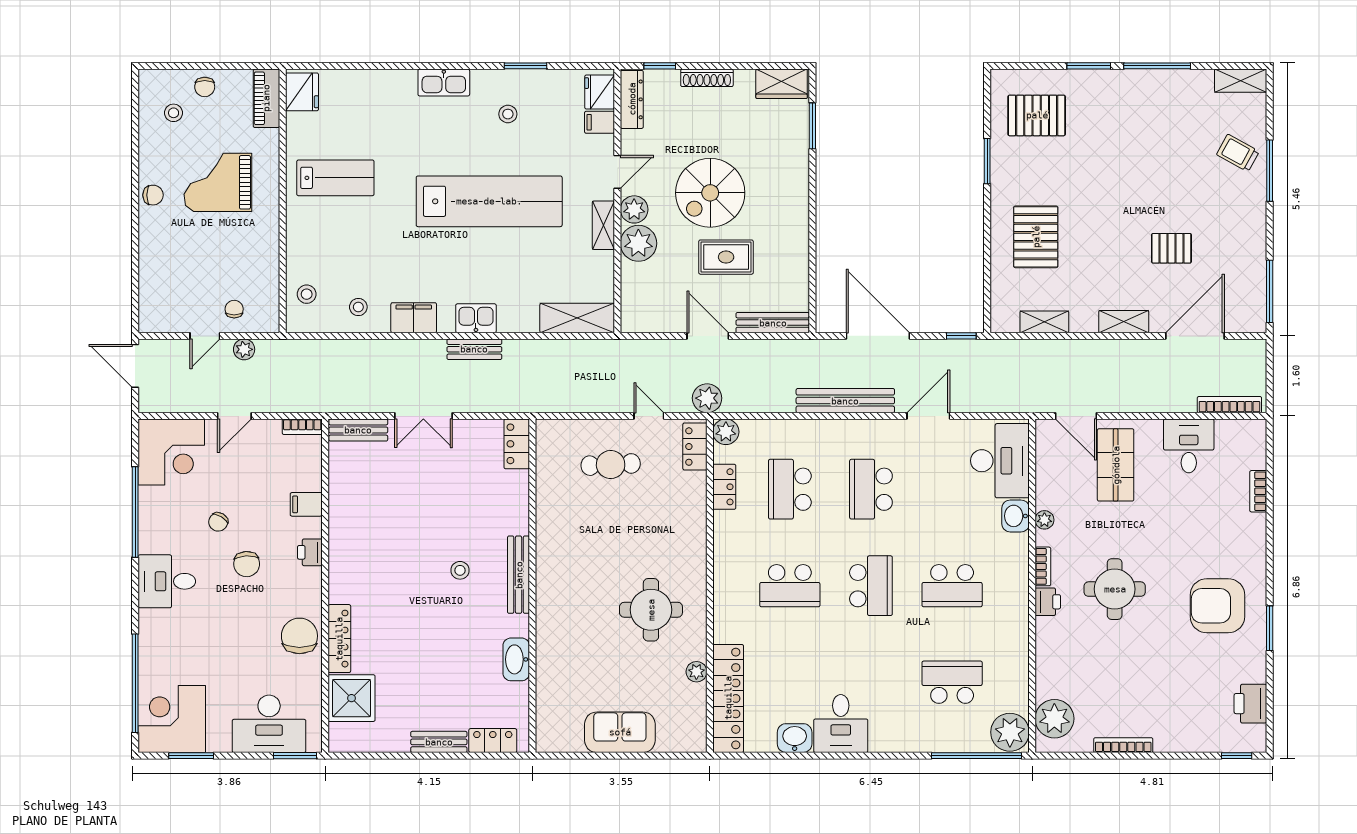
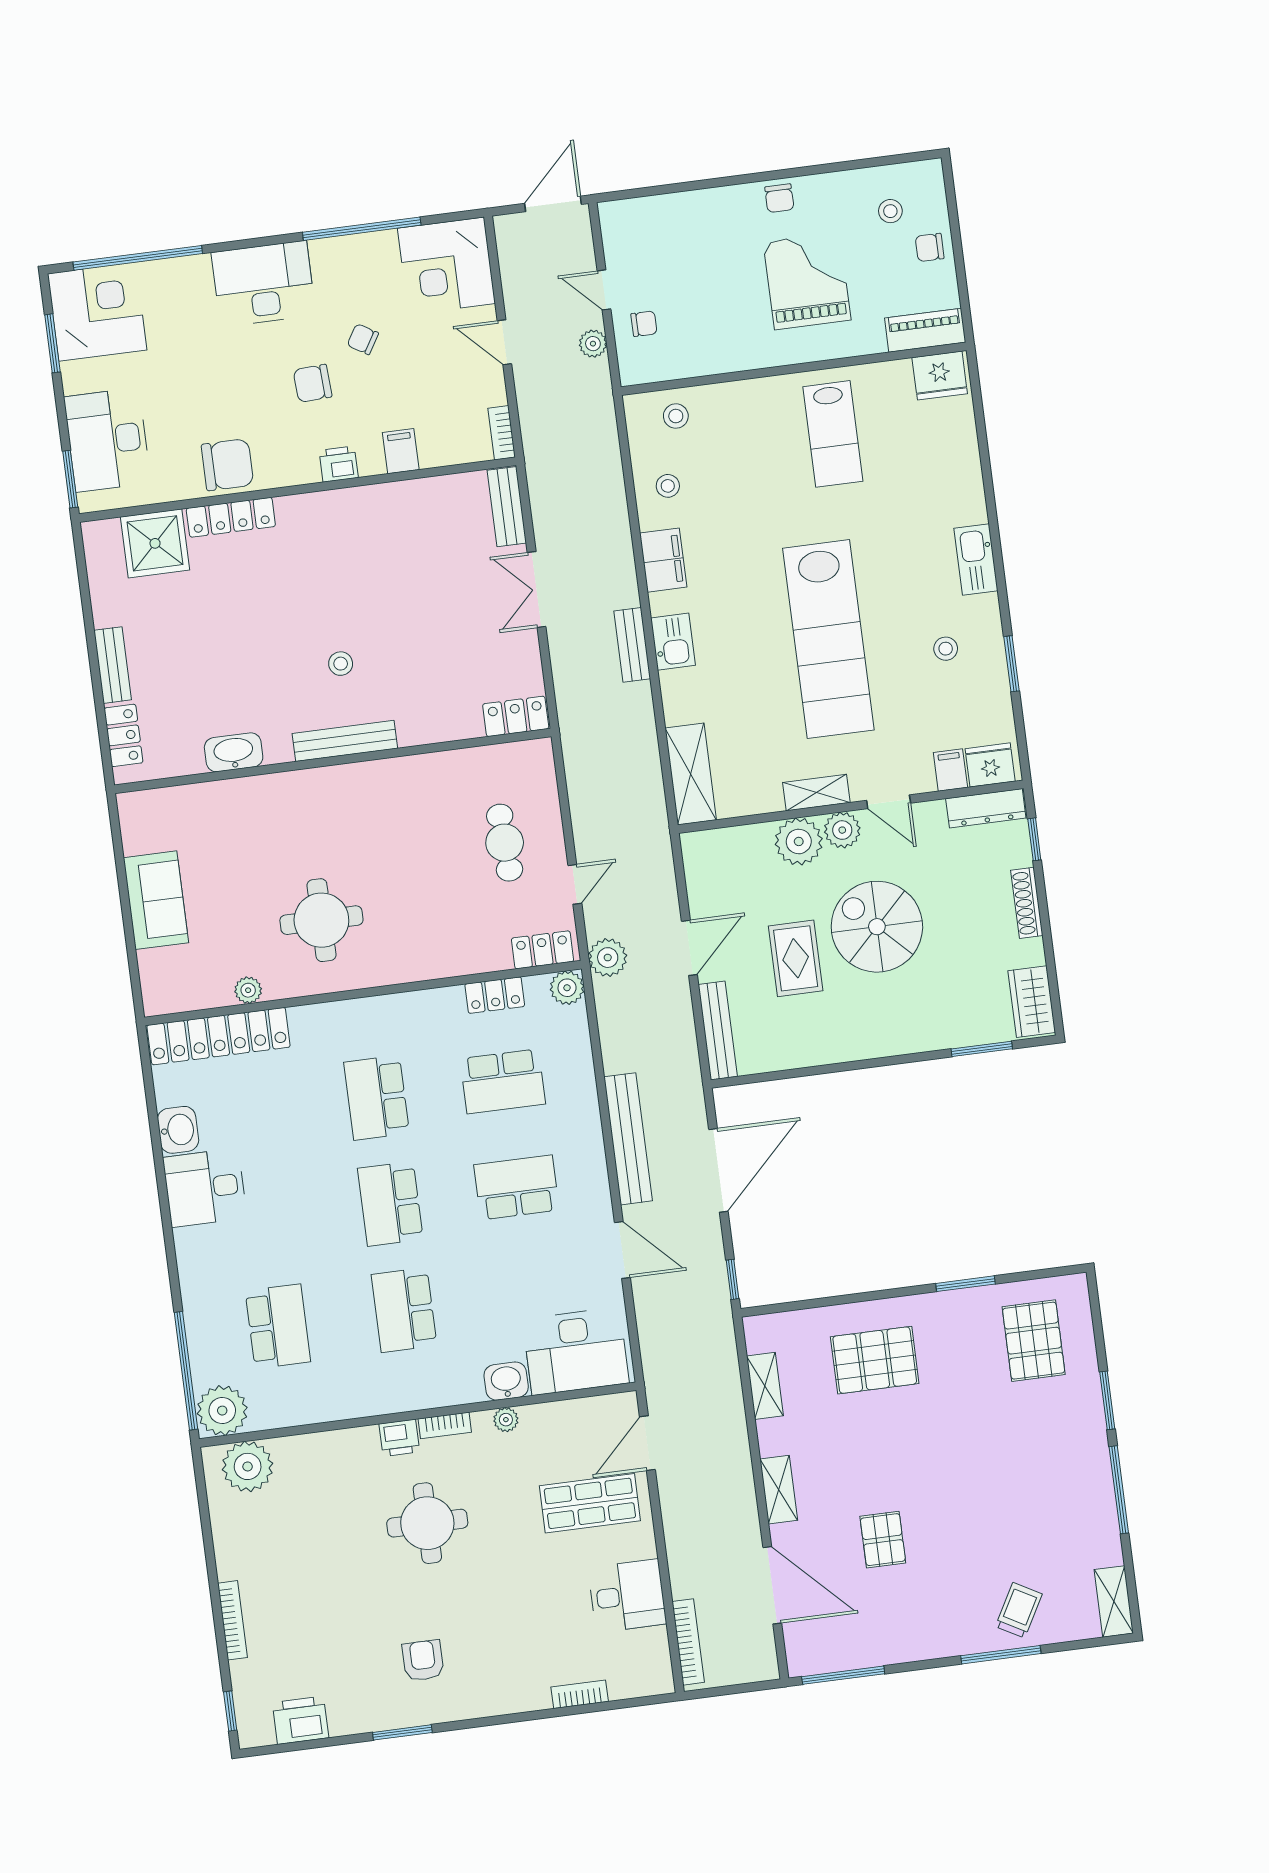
school desk: (790, 489) -> (503, 1081), turned 180
desk: (167, 581) -> (263, 284), width x1.37
school desk: (871, 586) -> (390, 1204), turned 90
armchair: (1217, 606) -> (423, 1660), width x0.53, depth x0.53
bookcase: (1123, 745) -> (232, 1620), moved

